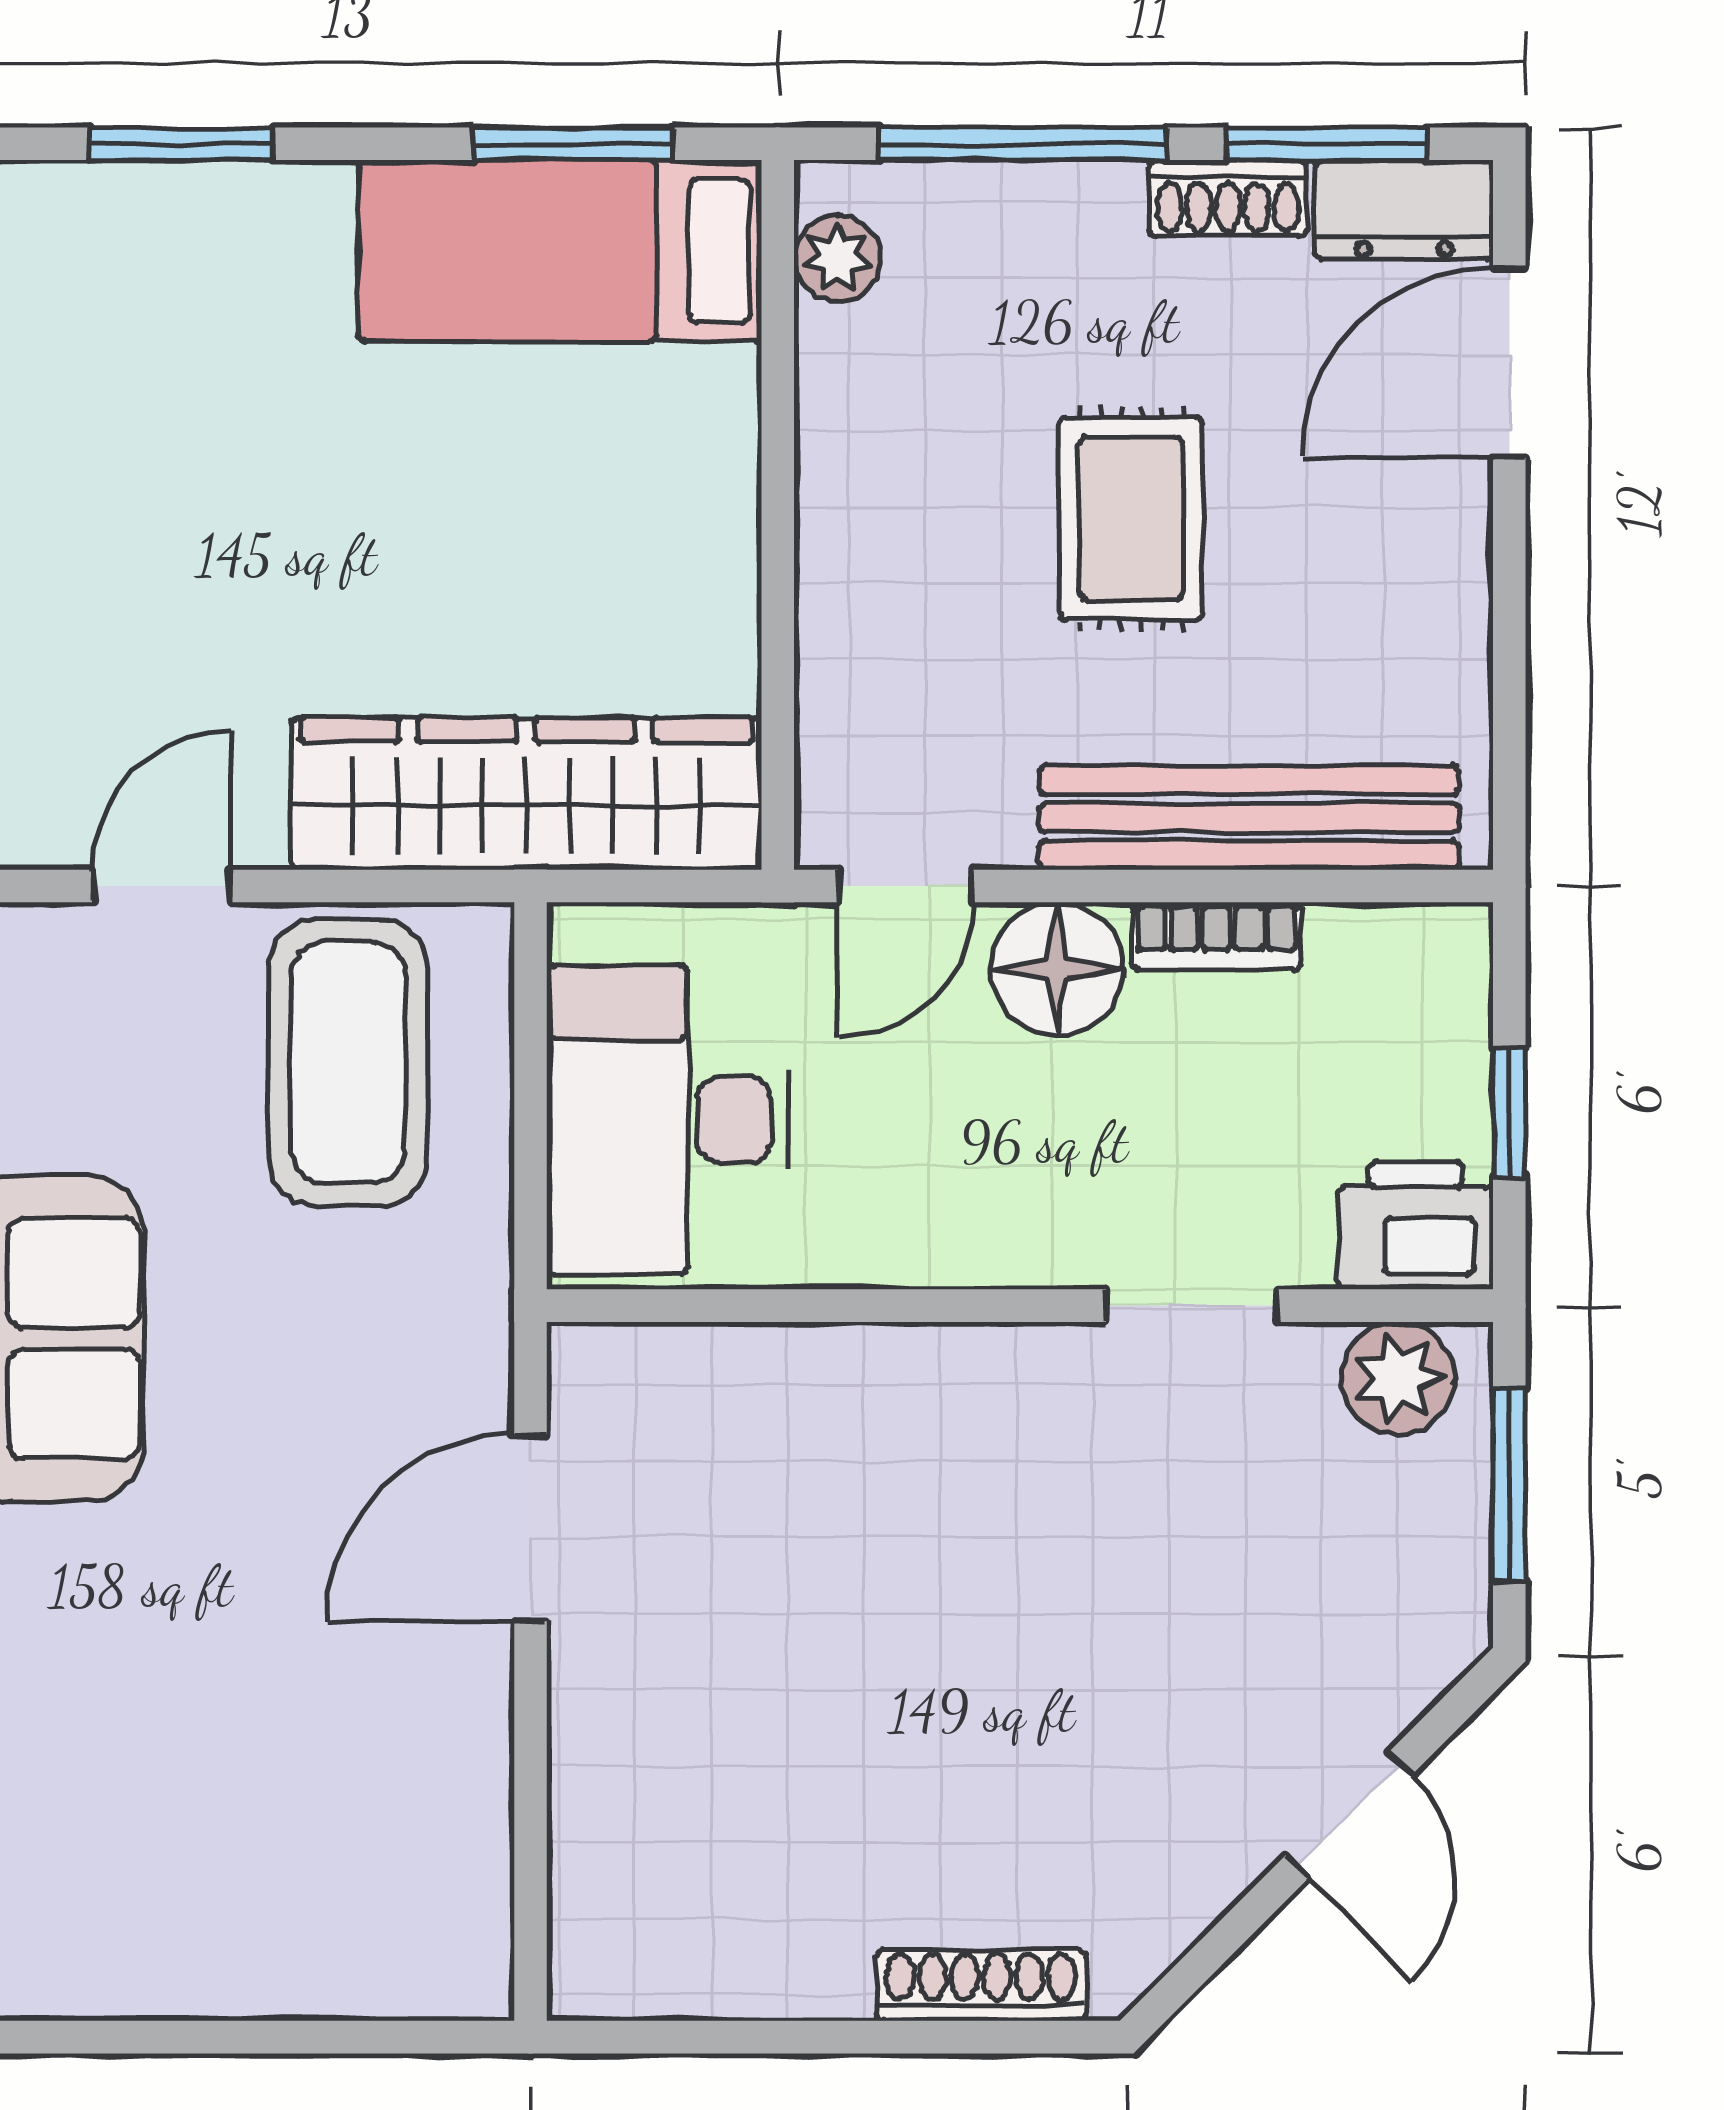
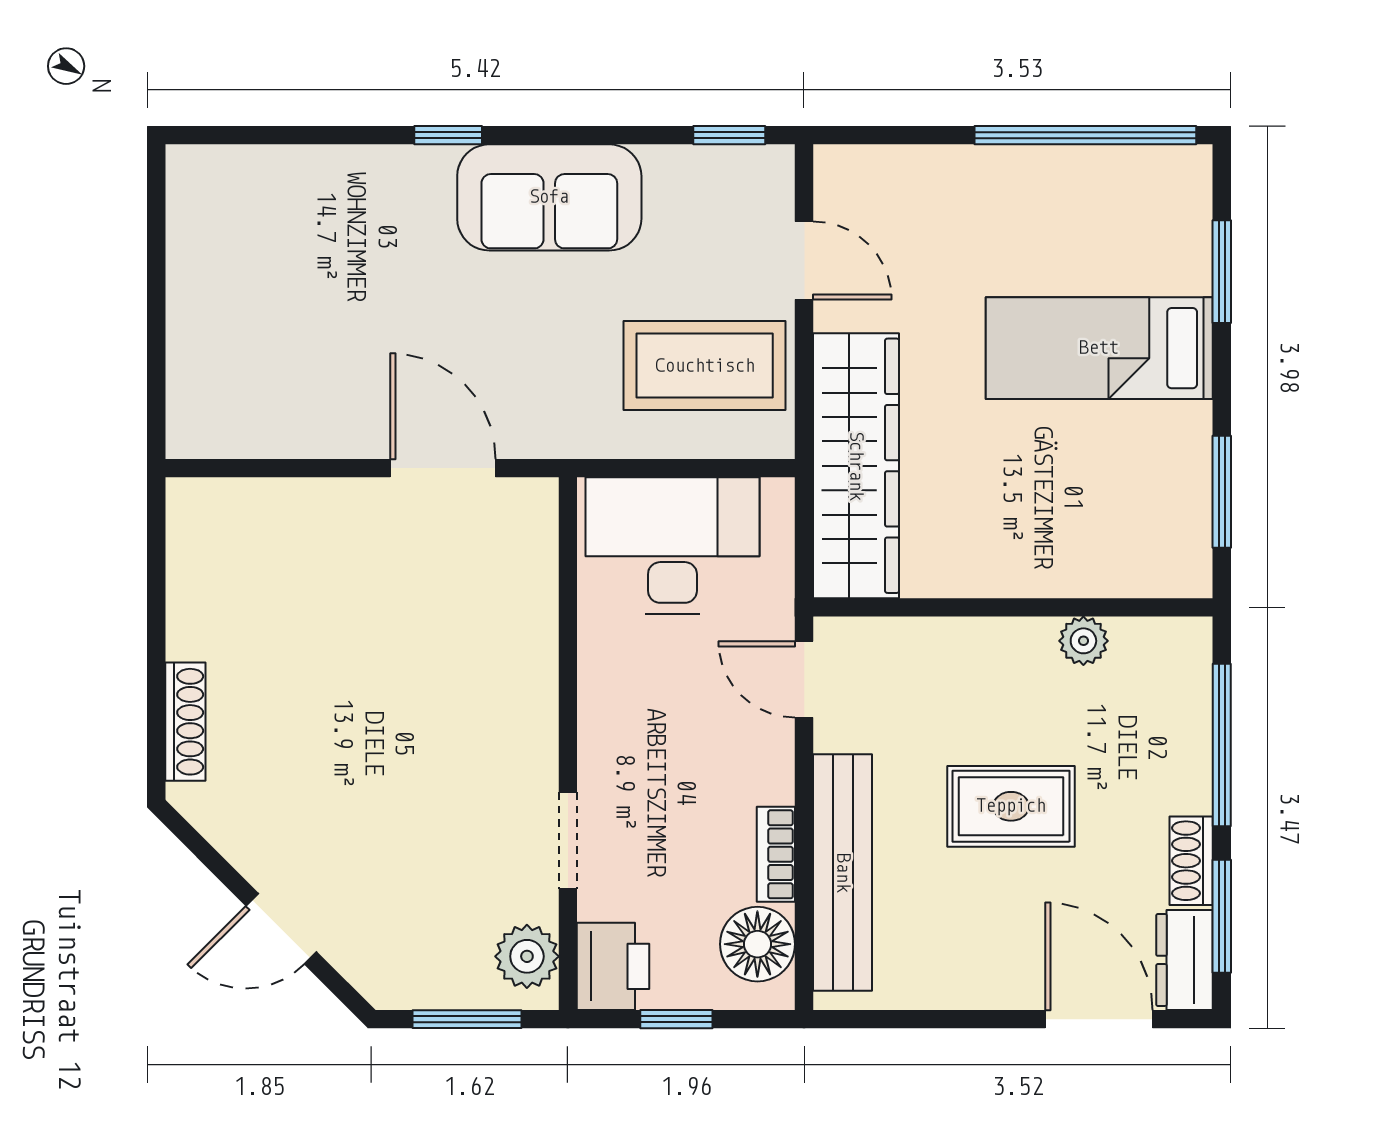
bed: (560, 251) -> (1099, 348), moved, turned -90
plant: (837, 258) -> (1083, 641), moved
floor lamp: (1057, 969) -> (757, 944), moved

